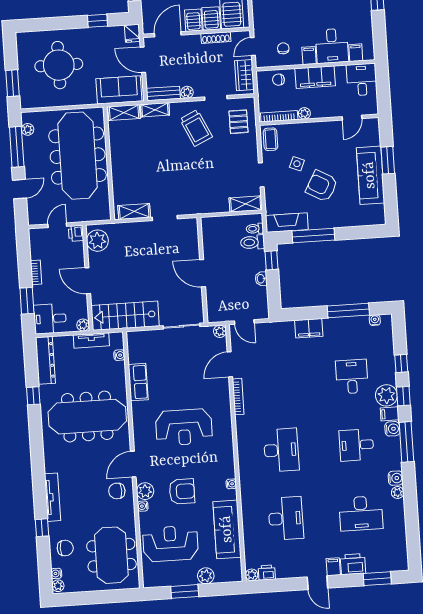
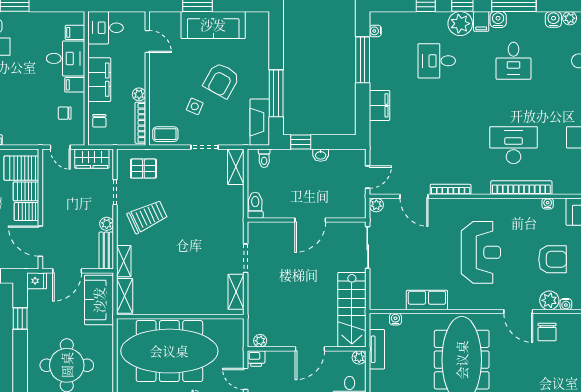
shoe rack: (216, 38) -> (48, 188), removed
plant: (97, 241) -> (260, 341), width x0.53, depth x0.53
toilet: (253, 242) -> (255, 205), moved, turned 180
bookcase: (244, 459) -> (521, 188), added
armchair: (182, 491) -> (552, 259), turned 90

